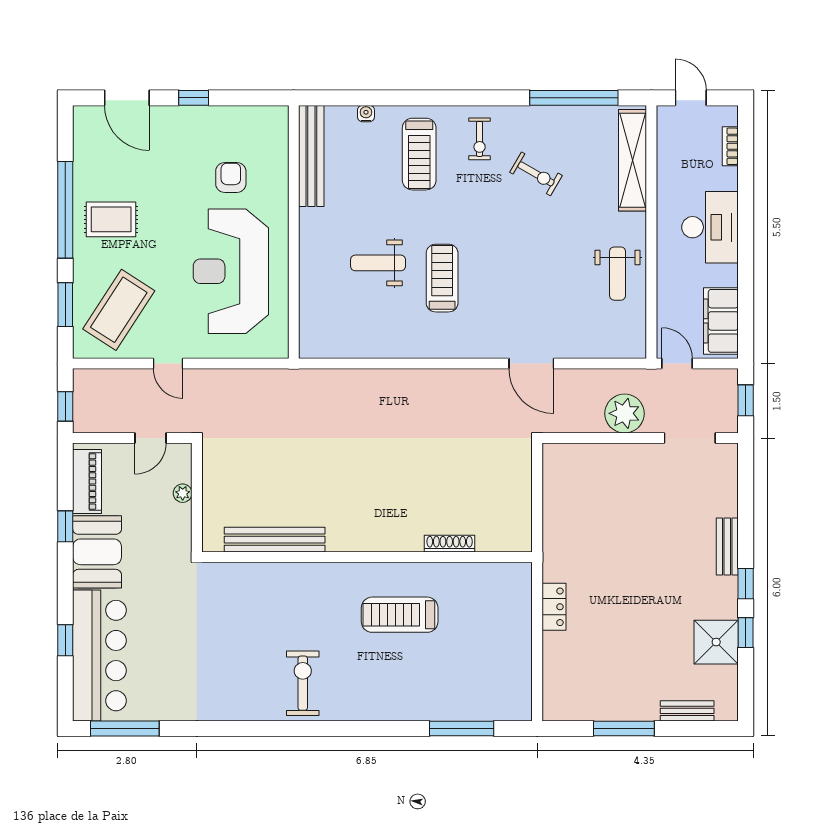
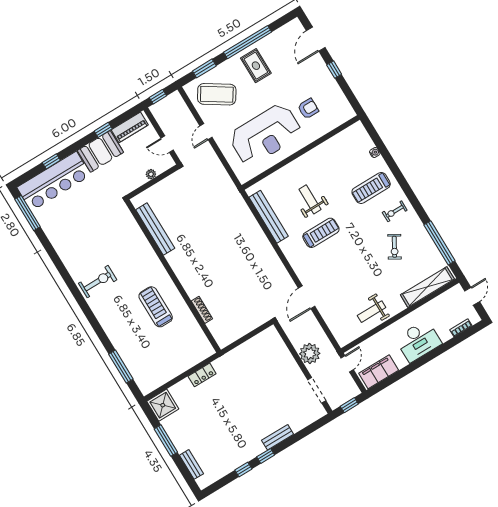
bench: (311, 156) -> (269, 217), moved, turned 90
reception desk: (231, 271) -> (265, 135), turned 180
shower: (716, 642) -> (163, 405), moved

